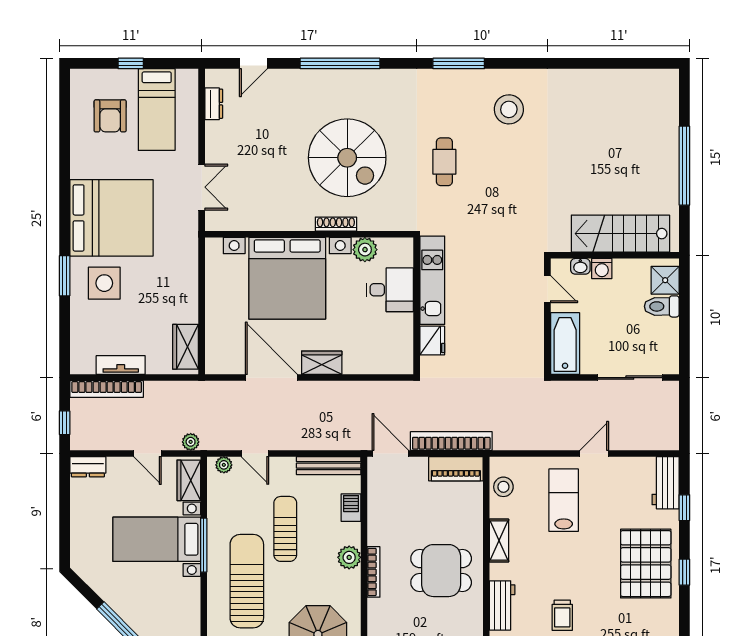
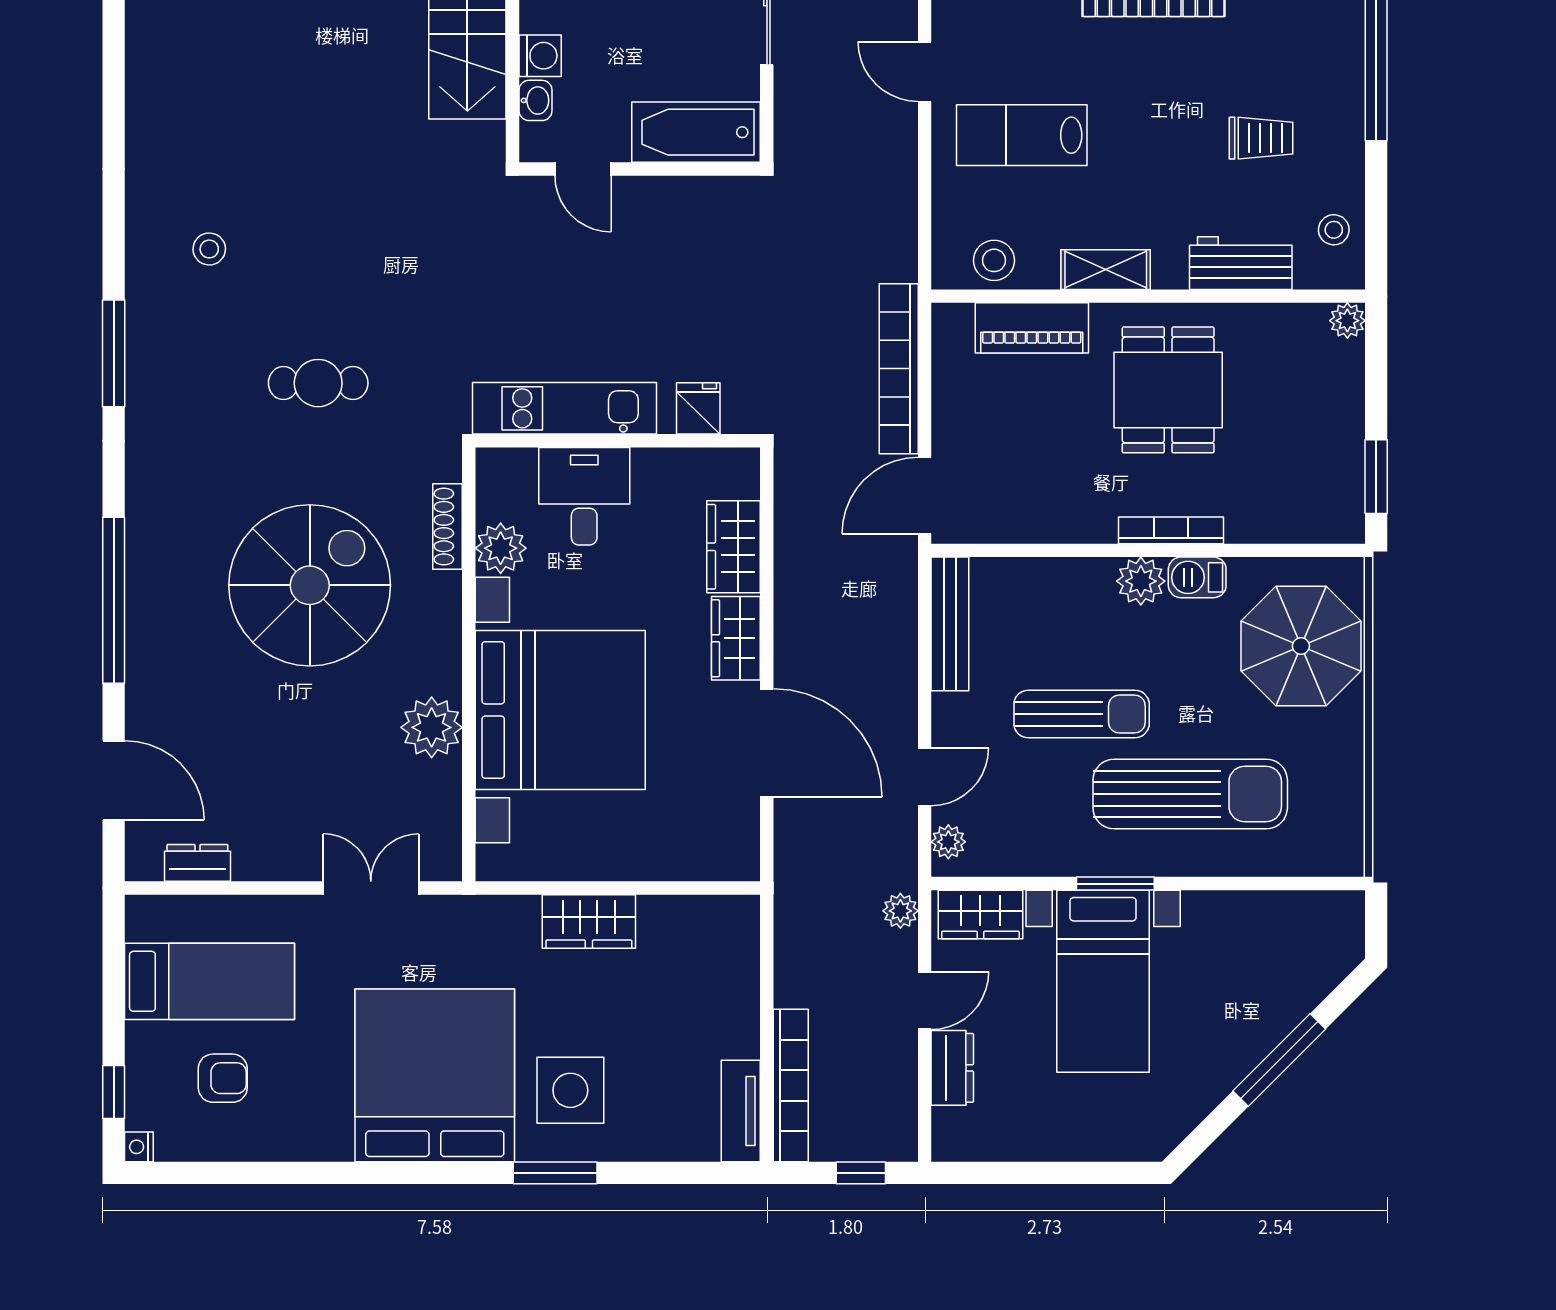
window: (131, 63) -> (114, 1092), moved
door: (253, 63) -> (114, 780), width x1.38
nightstand: (77, 76) -> (139, 1147), added
stool: (509, 109) -> (209, 249), width x0.53, depth x0.53
armchair: (110, 116) -> (223, 1078), width x0.72, depth x0.72
plant: (279, 216) -> (432, 727), added
shoe rack: (336, 224) -> (448, 527), moved
door: (547, 289) -> (583, 169), swing flipped
fridge: (432, 341) -> (698, 408), width x0.72
wardrobe: (185, 347) -> (589, 921), moved
wardrobe: (366, 362) -> (734, 547), added
tv unit: (121, 365) -> (741, 1111), moved
door: (271, 378) -> (767, 743), swing flipped
dresser: (88, 467) -> (952, 1068), moved
piano: (456, 469) -> (1032, 328), moved, turned 90
barbecue: (351, 508) -> (1197, 577), moved
sun lounger: (285, 529) -> (1082, 714), turned 180
window: (204, 545) -> (1115, 884), width x0.69
sun lounger: (247, 581) -> (1190, 794), turned 180

